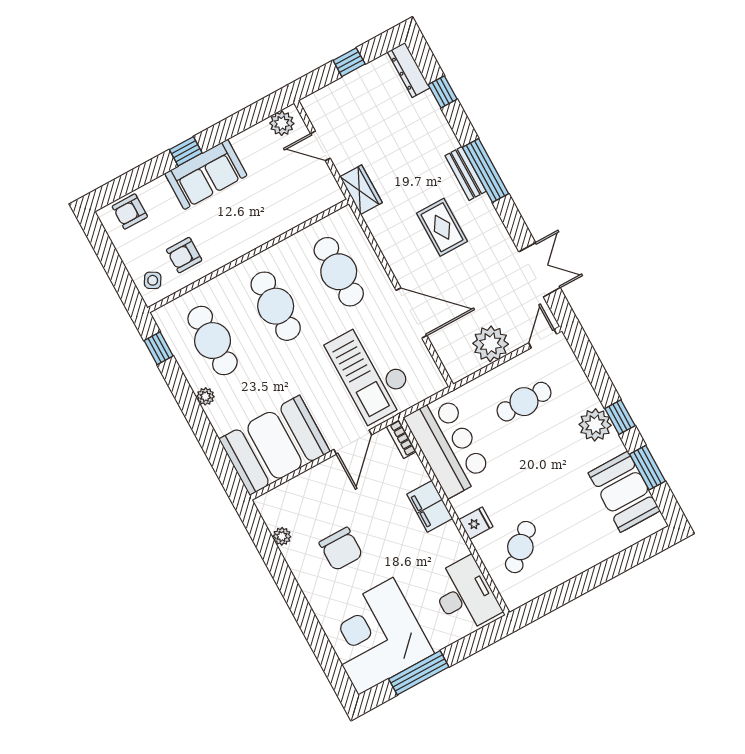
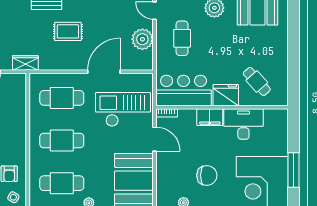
checkout: (371, 372) -> (123, 110), turned 180
fridge: (476, 523) -> (226, 95), width x1.88, depth x1.34
desk: (465, 595) -> (243, 124), moved

